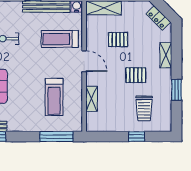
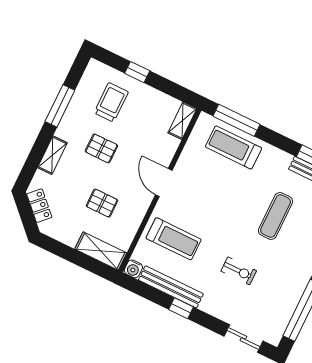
door: (84, 61) -> (164, 183), moved
window: (176, 90) -> (60, 106), width x1.44
treadmill: (54, 97) -> (234, 147), moved, turned -90
shelving: (92, 99) -> (182, 121), moved

